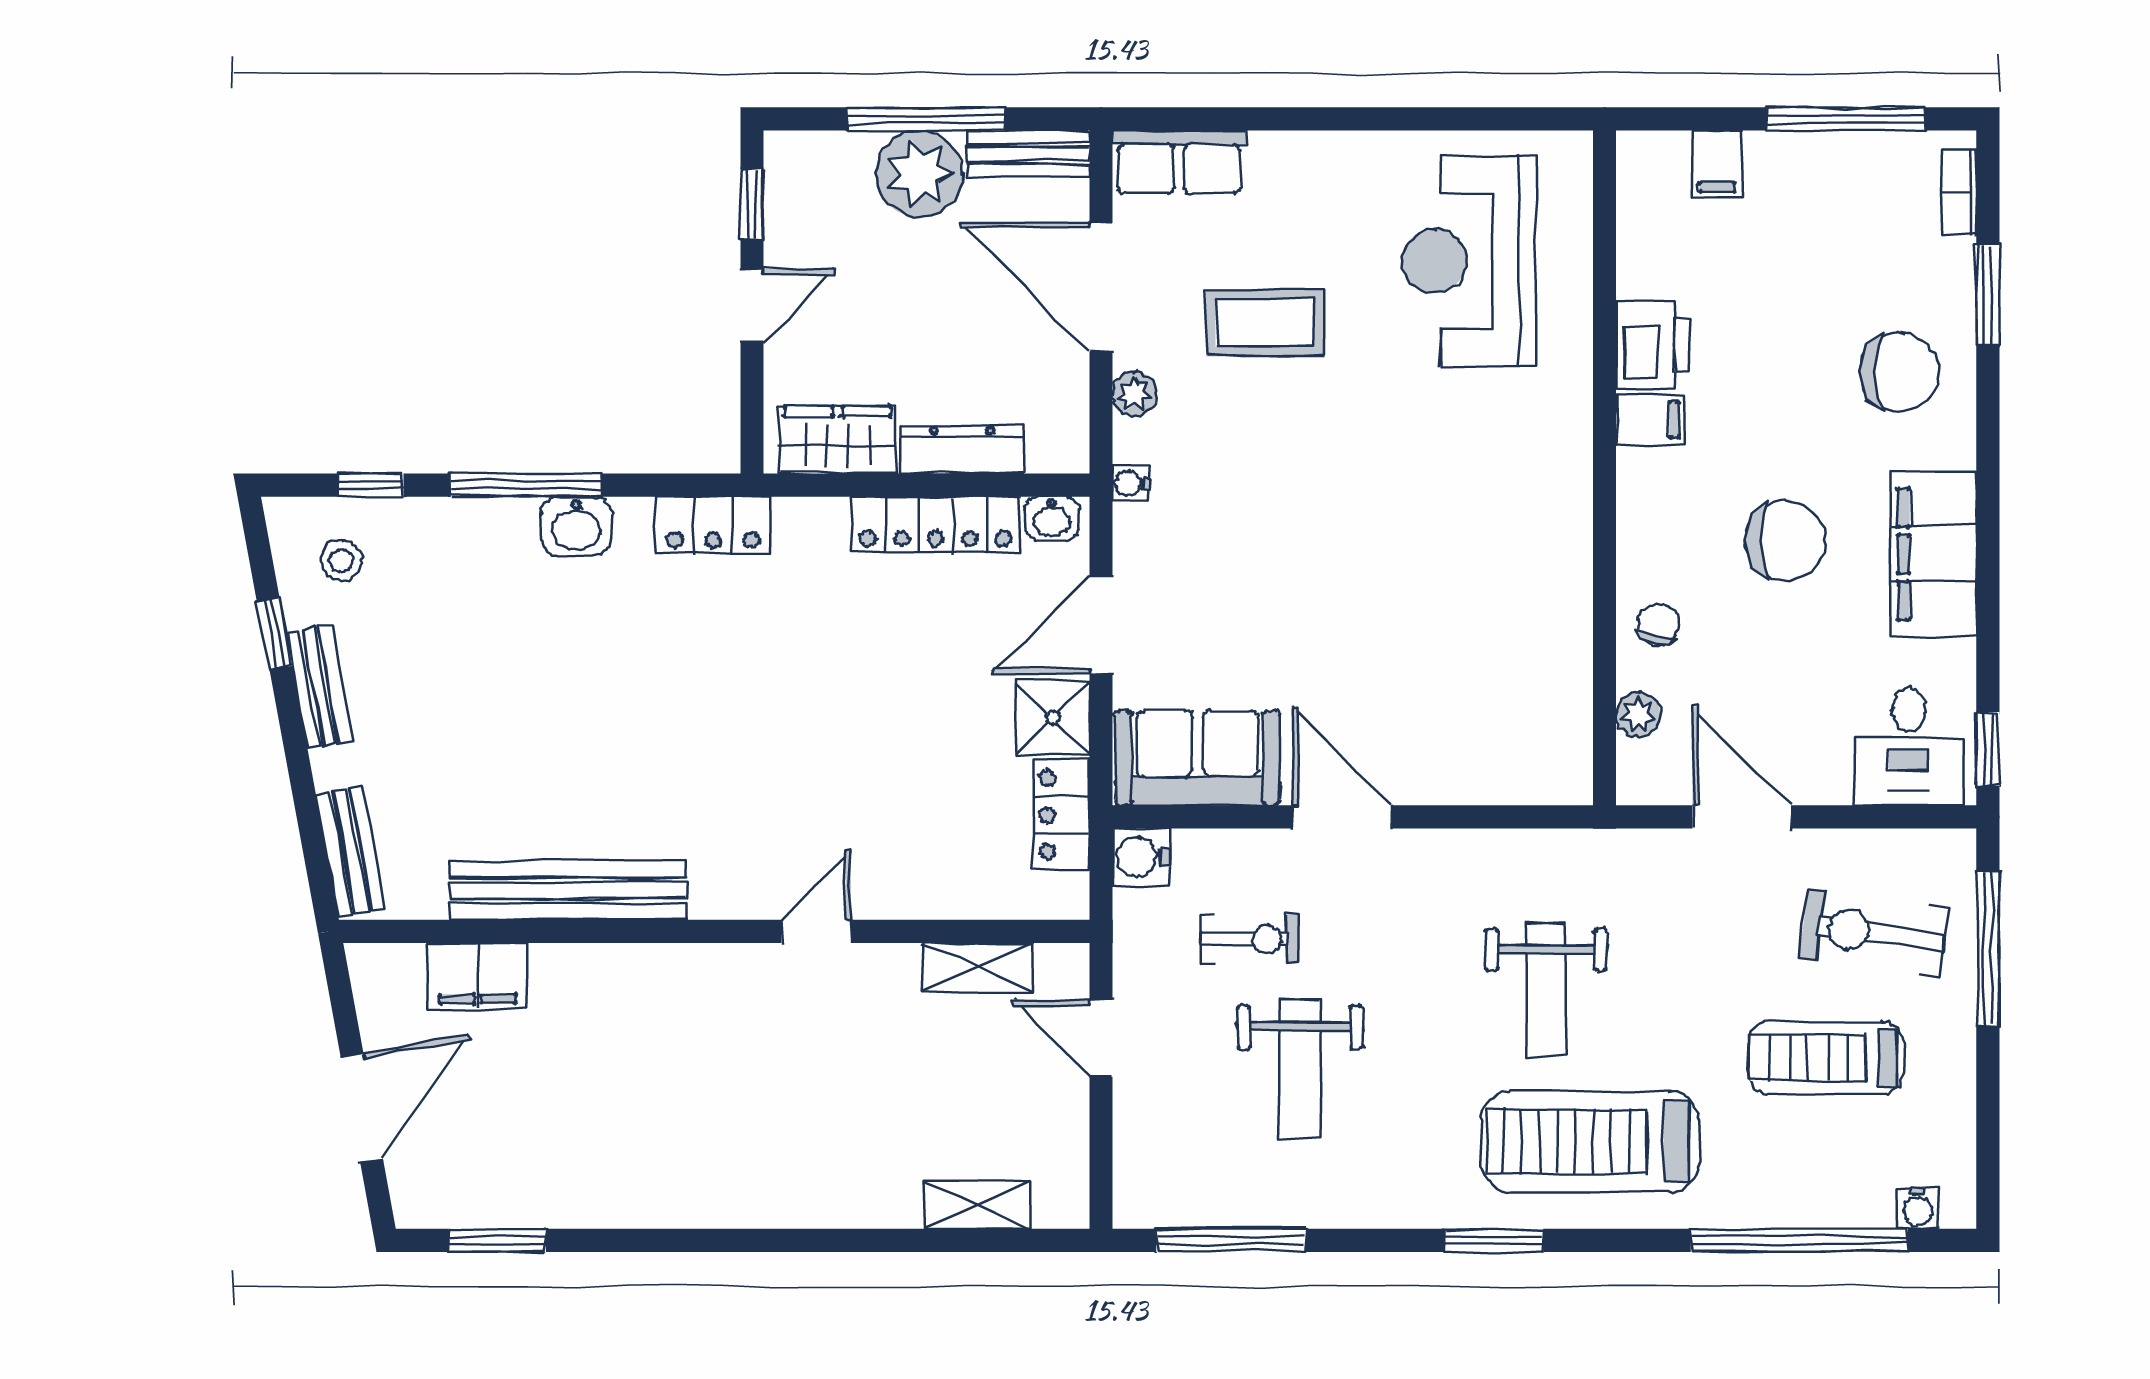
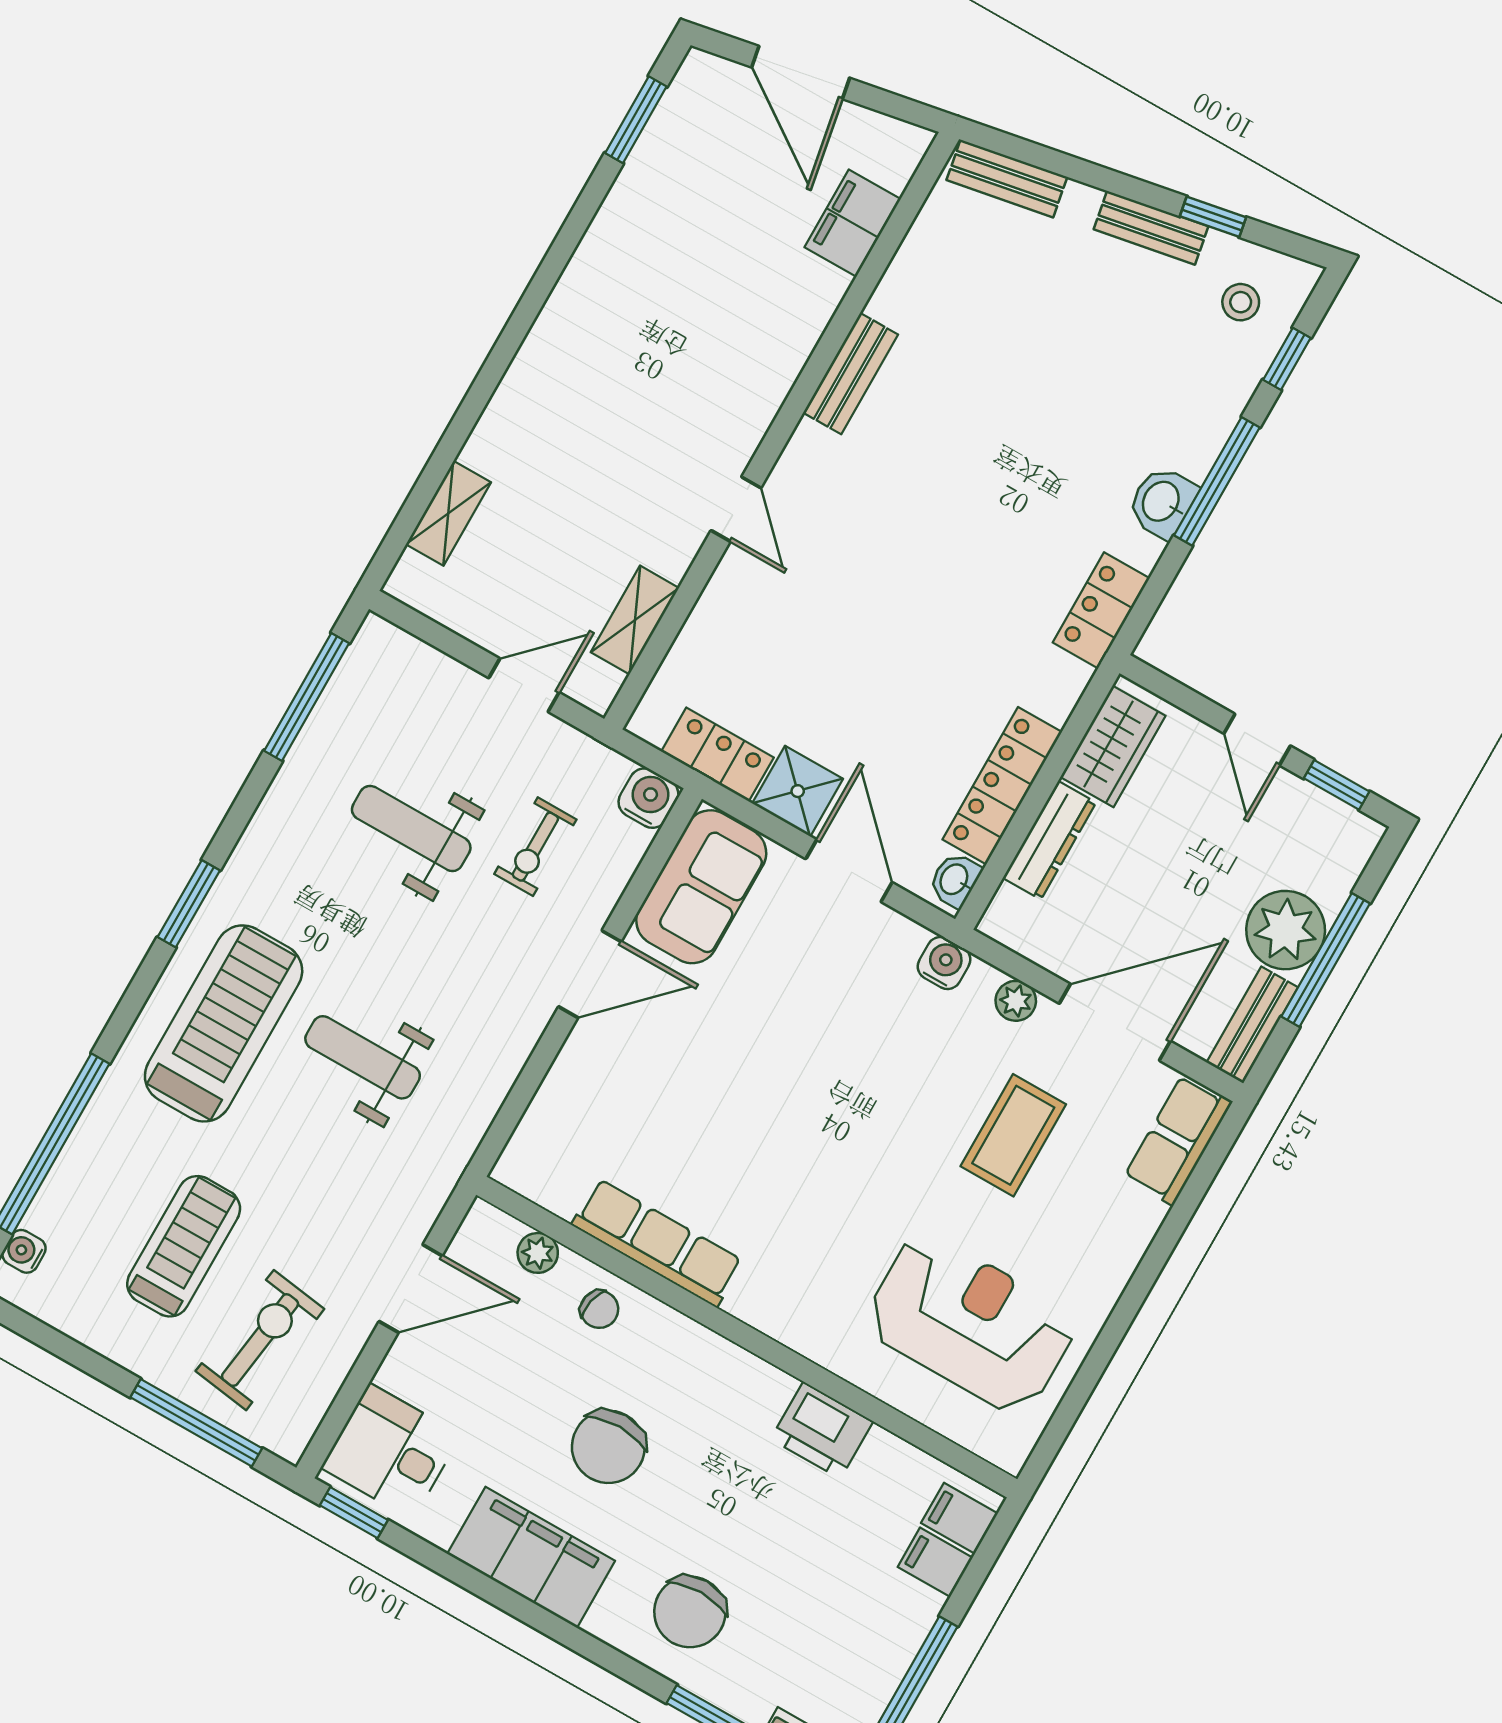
filing cabinet: (1650, 420) -> (959, 1518), moved, turned 90
water cooler: (1131, 483) -> (944, 963), width x1.38, depth x1.38
row of seats: (1563, 605) -> (657, 1243), added
bench: (568, 890) -> (850, 374), width x0.54, depth x0.82

